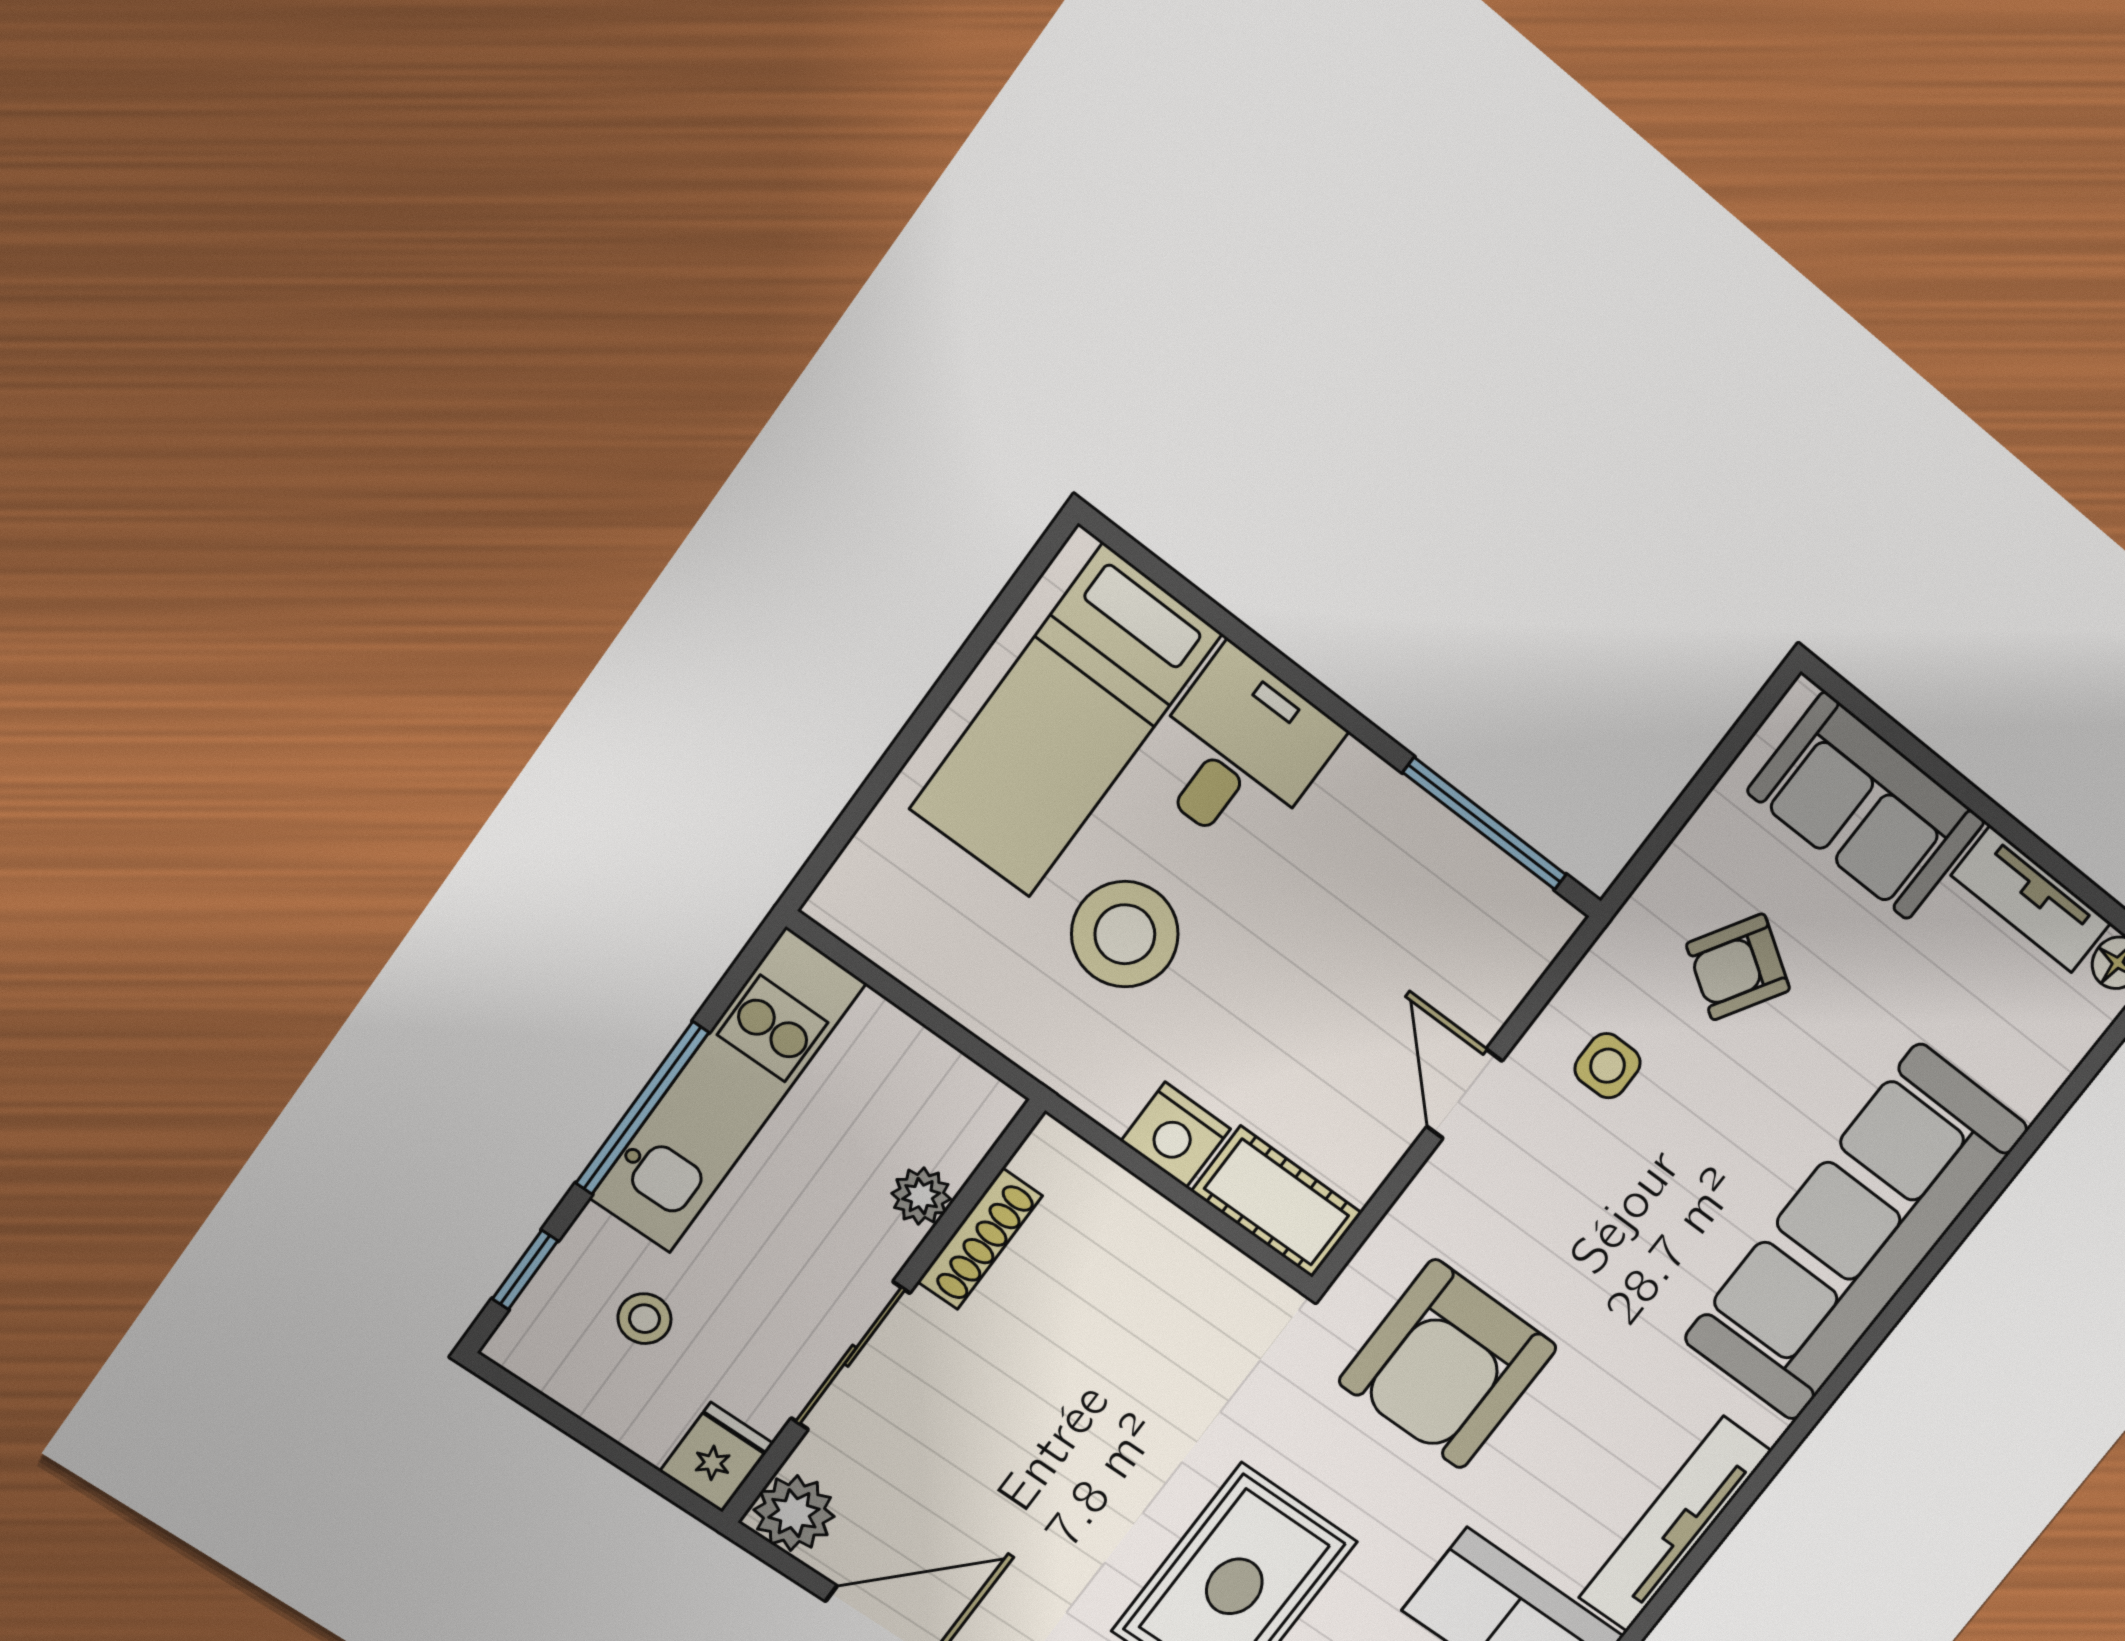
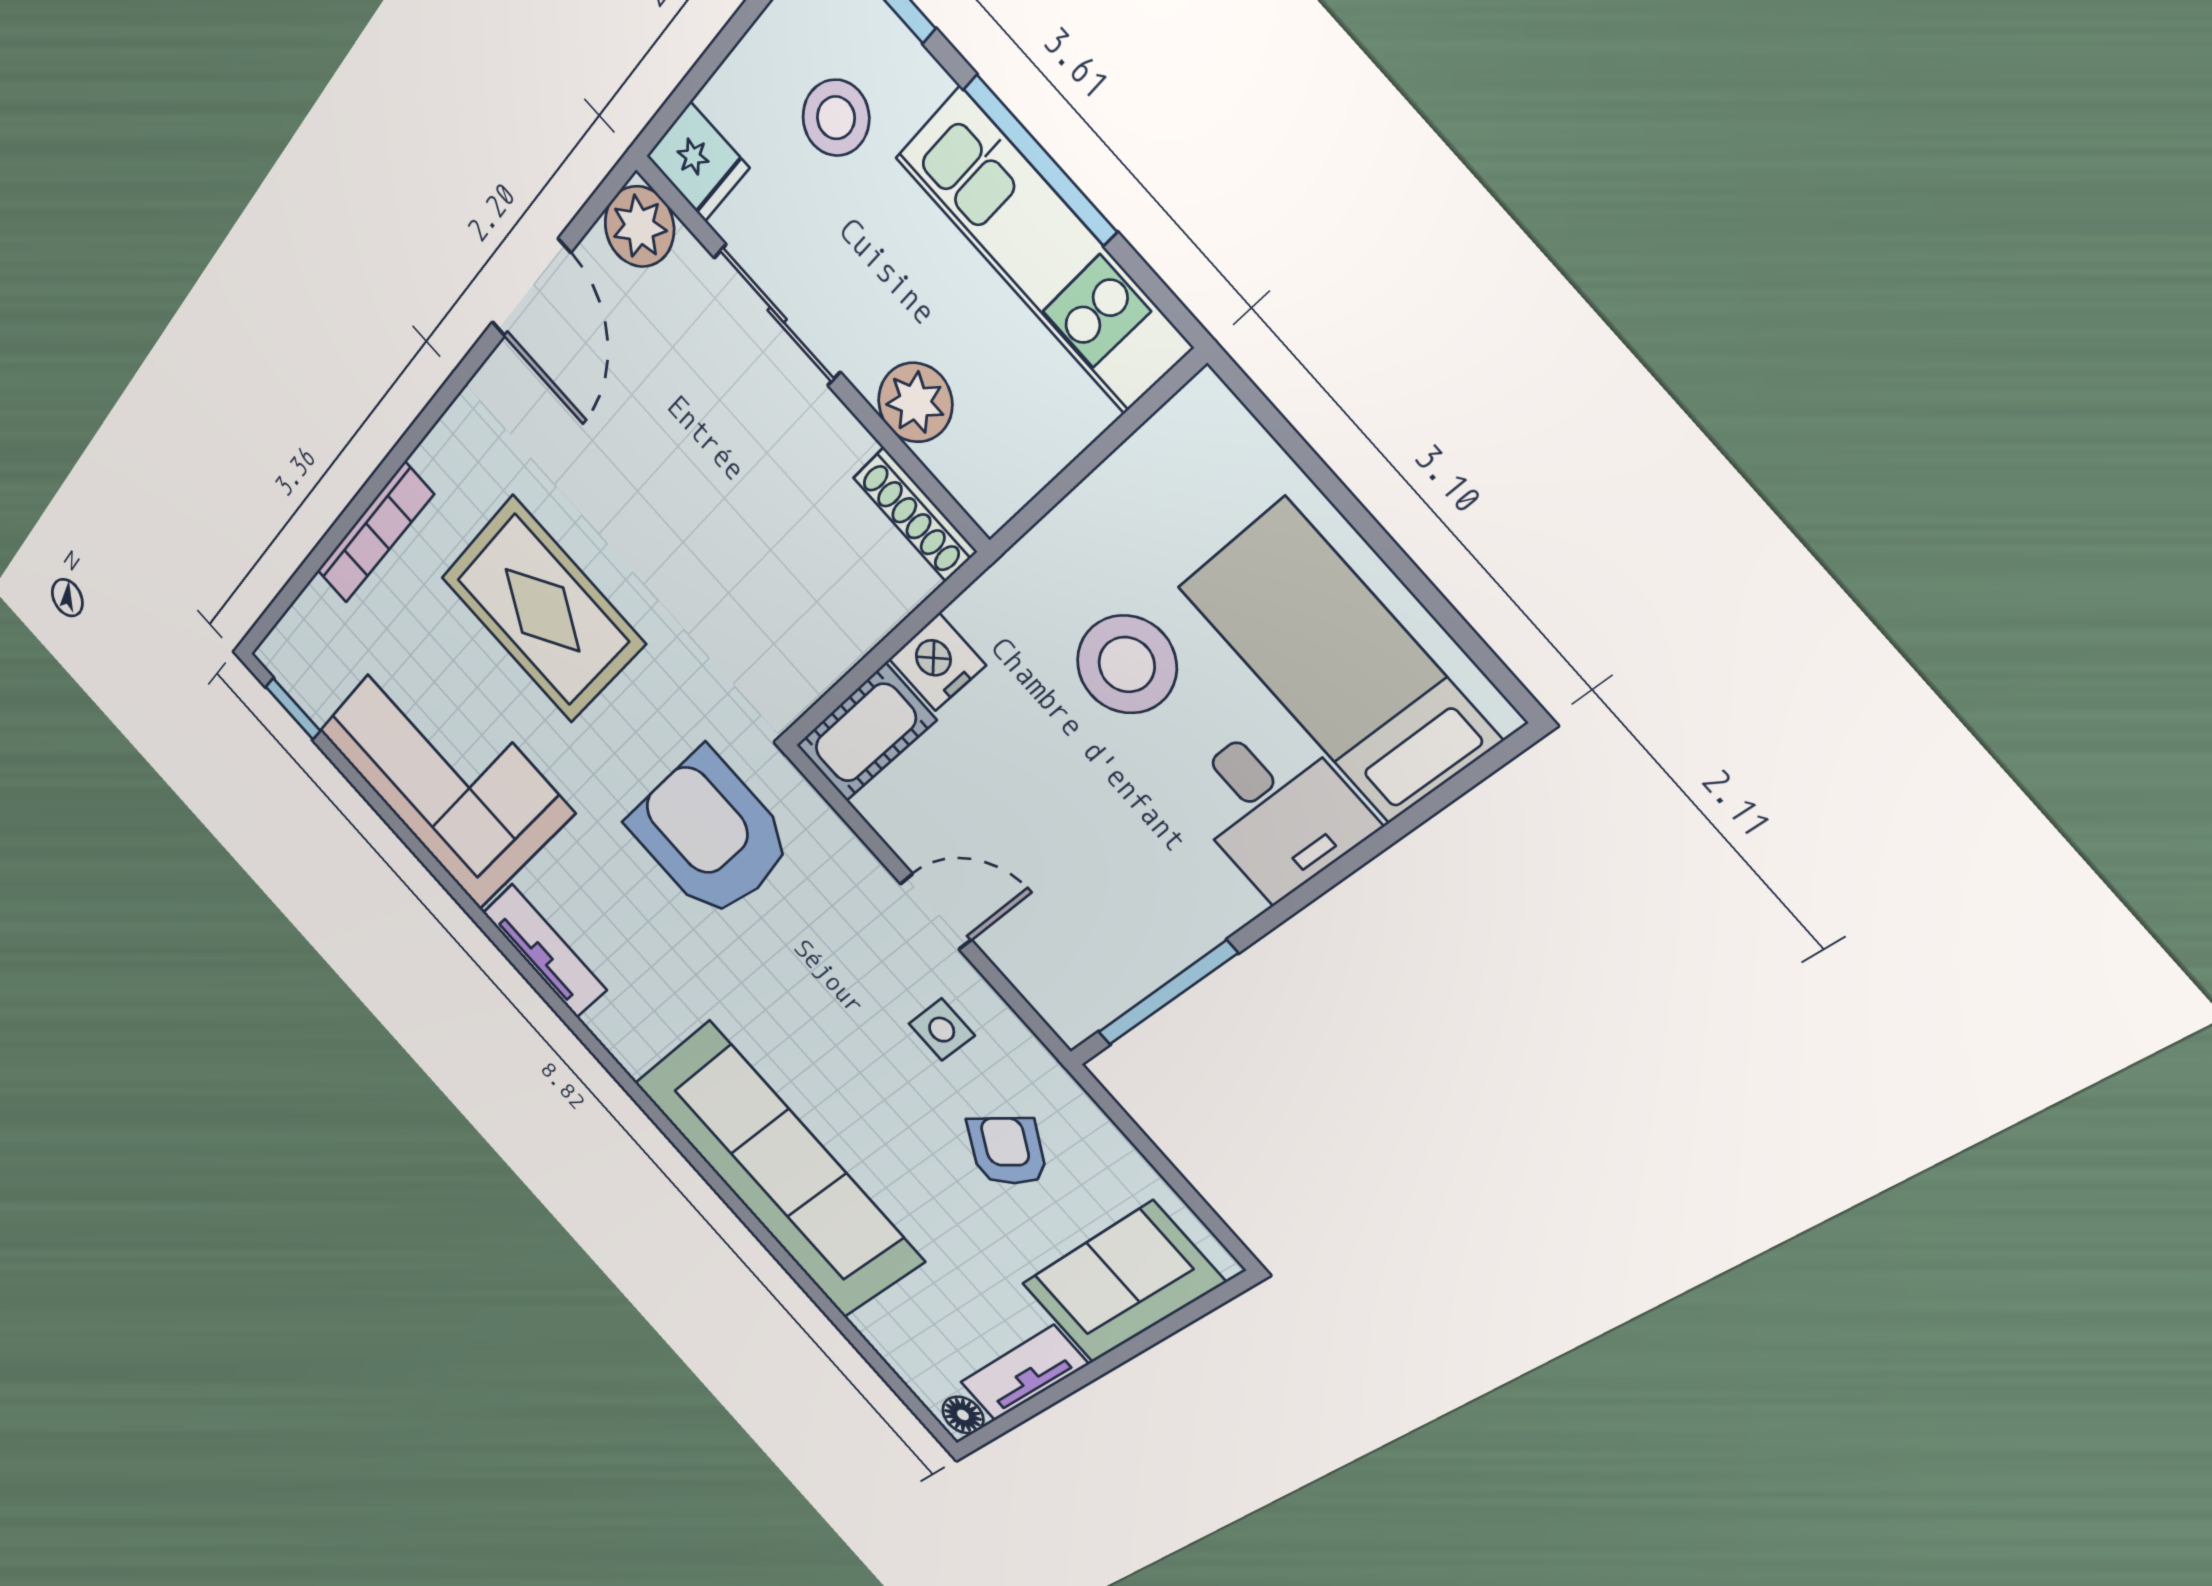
plant: (921, 1196) -> (915, 402), width x1.38, depth x1.38
shoe rack: (980, 1239) -> (915, 515), moved
stool: (645, 1319) -> (836, 118), width x1.37, depth x1.37
tv unit: (1675, 1524) -> (545, 951), width x0.71

